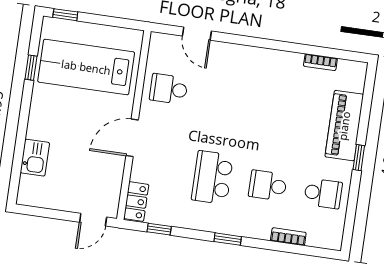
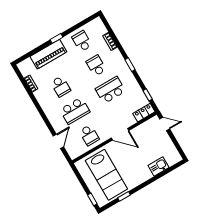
school desk: (224, 97) -> (75, 111), added
school desk: (279, 105) -> (61, 86), added
school desk: (212, 177) -> (110, 90), turned 180
school desk: (268, 185) -> (96, 66), turned 180

